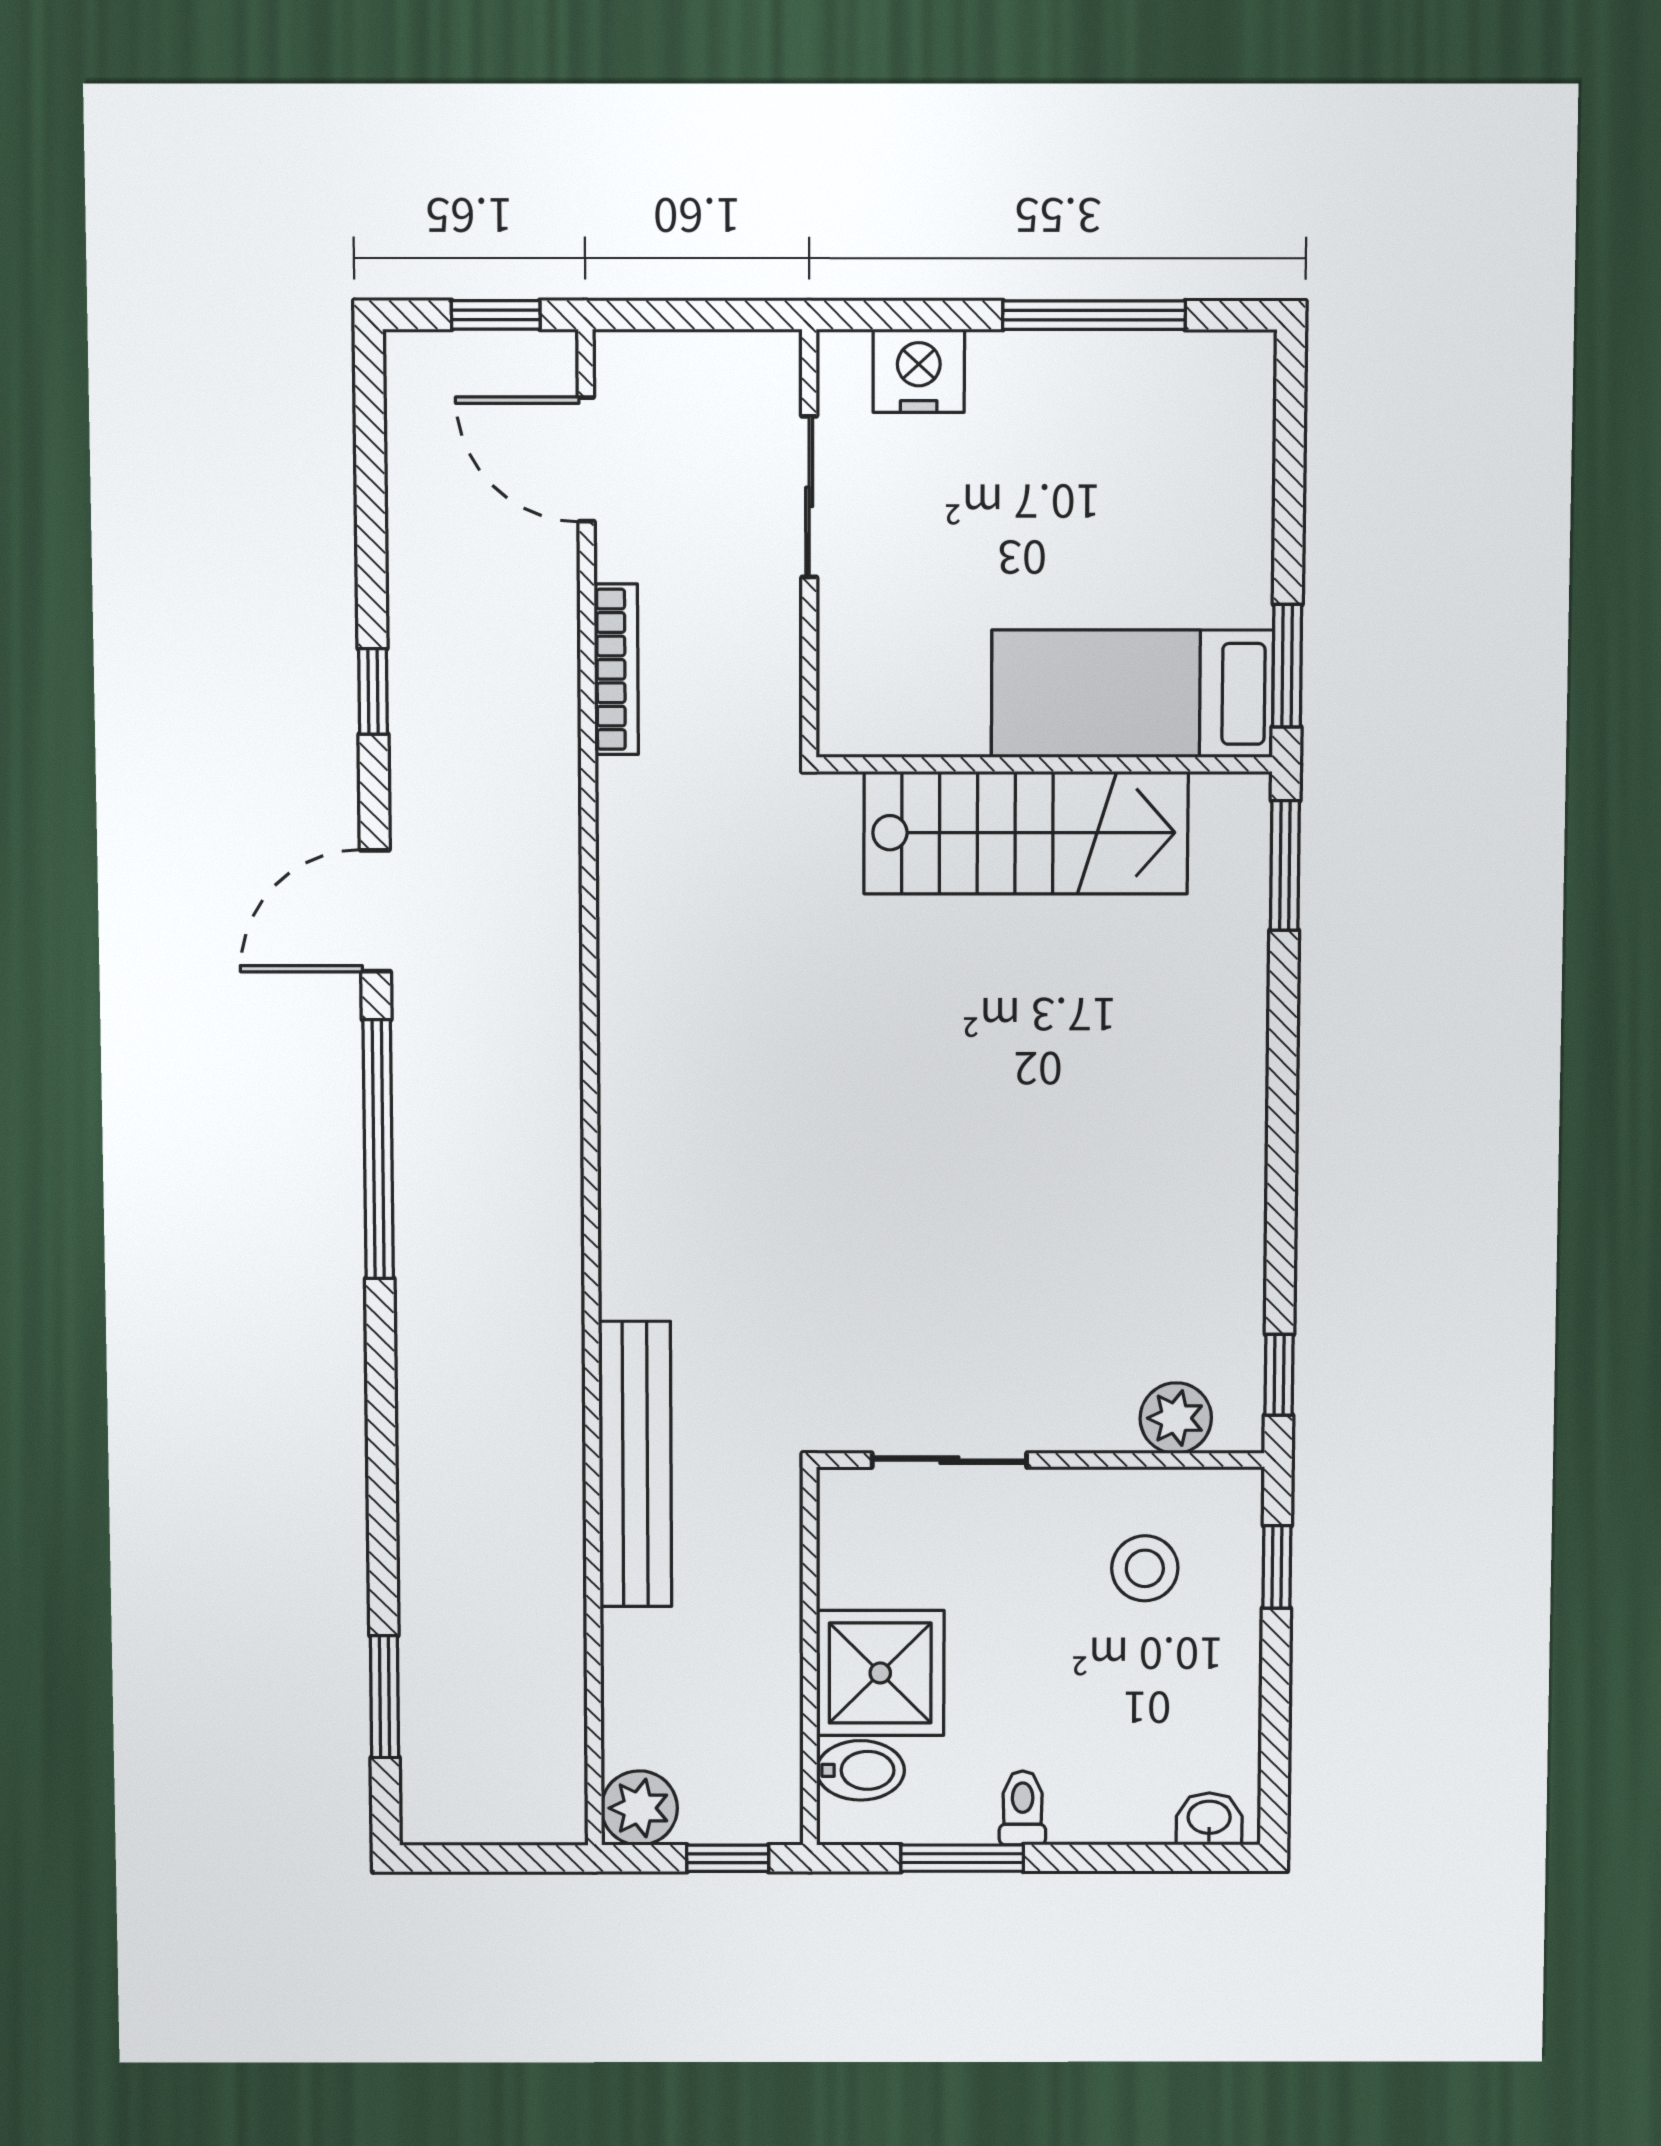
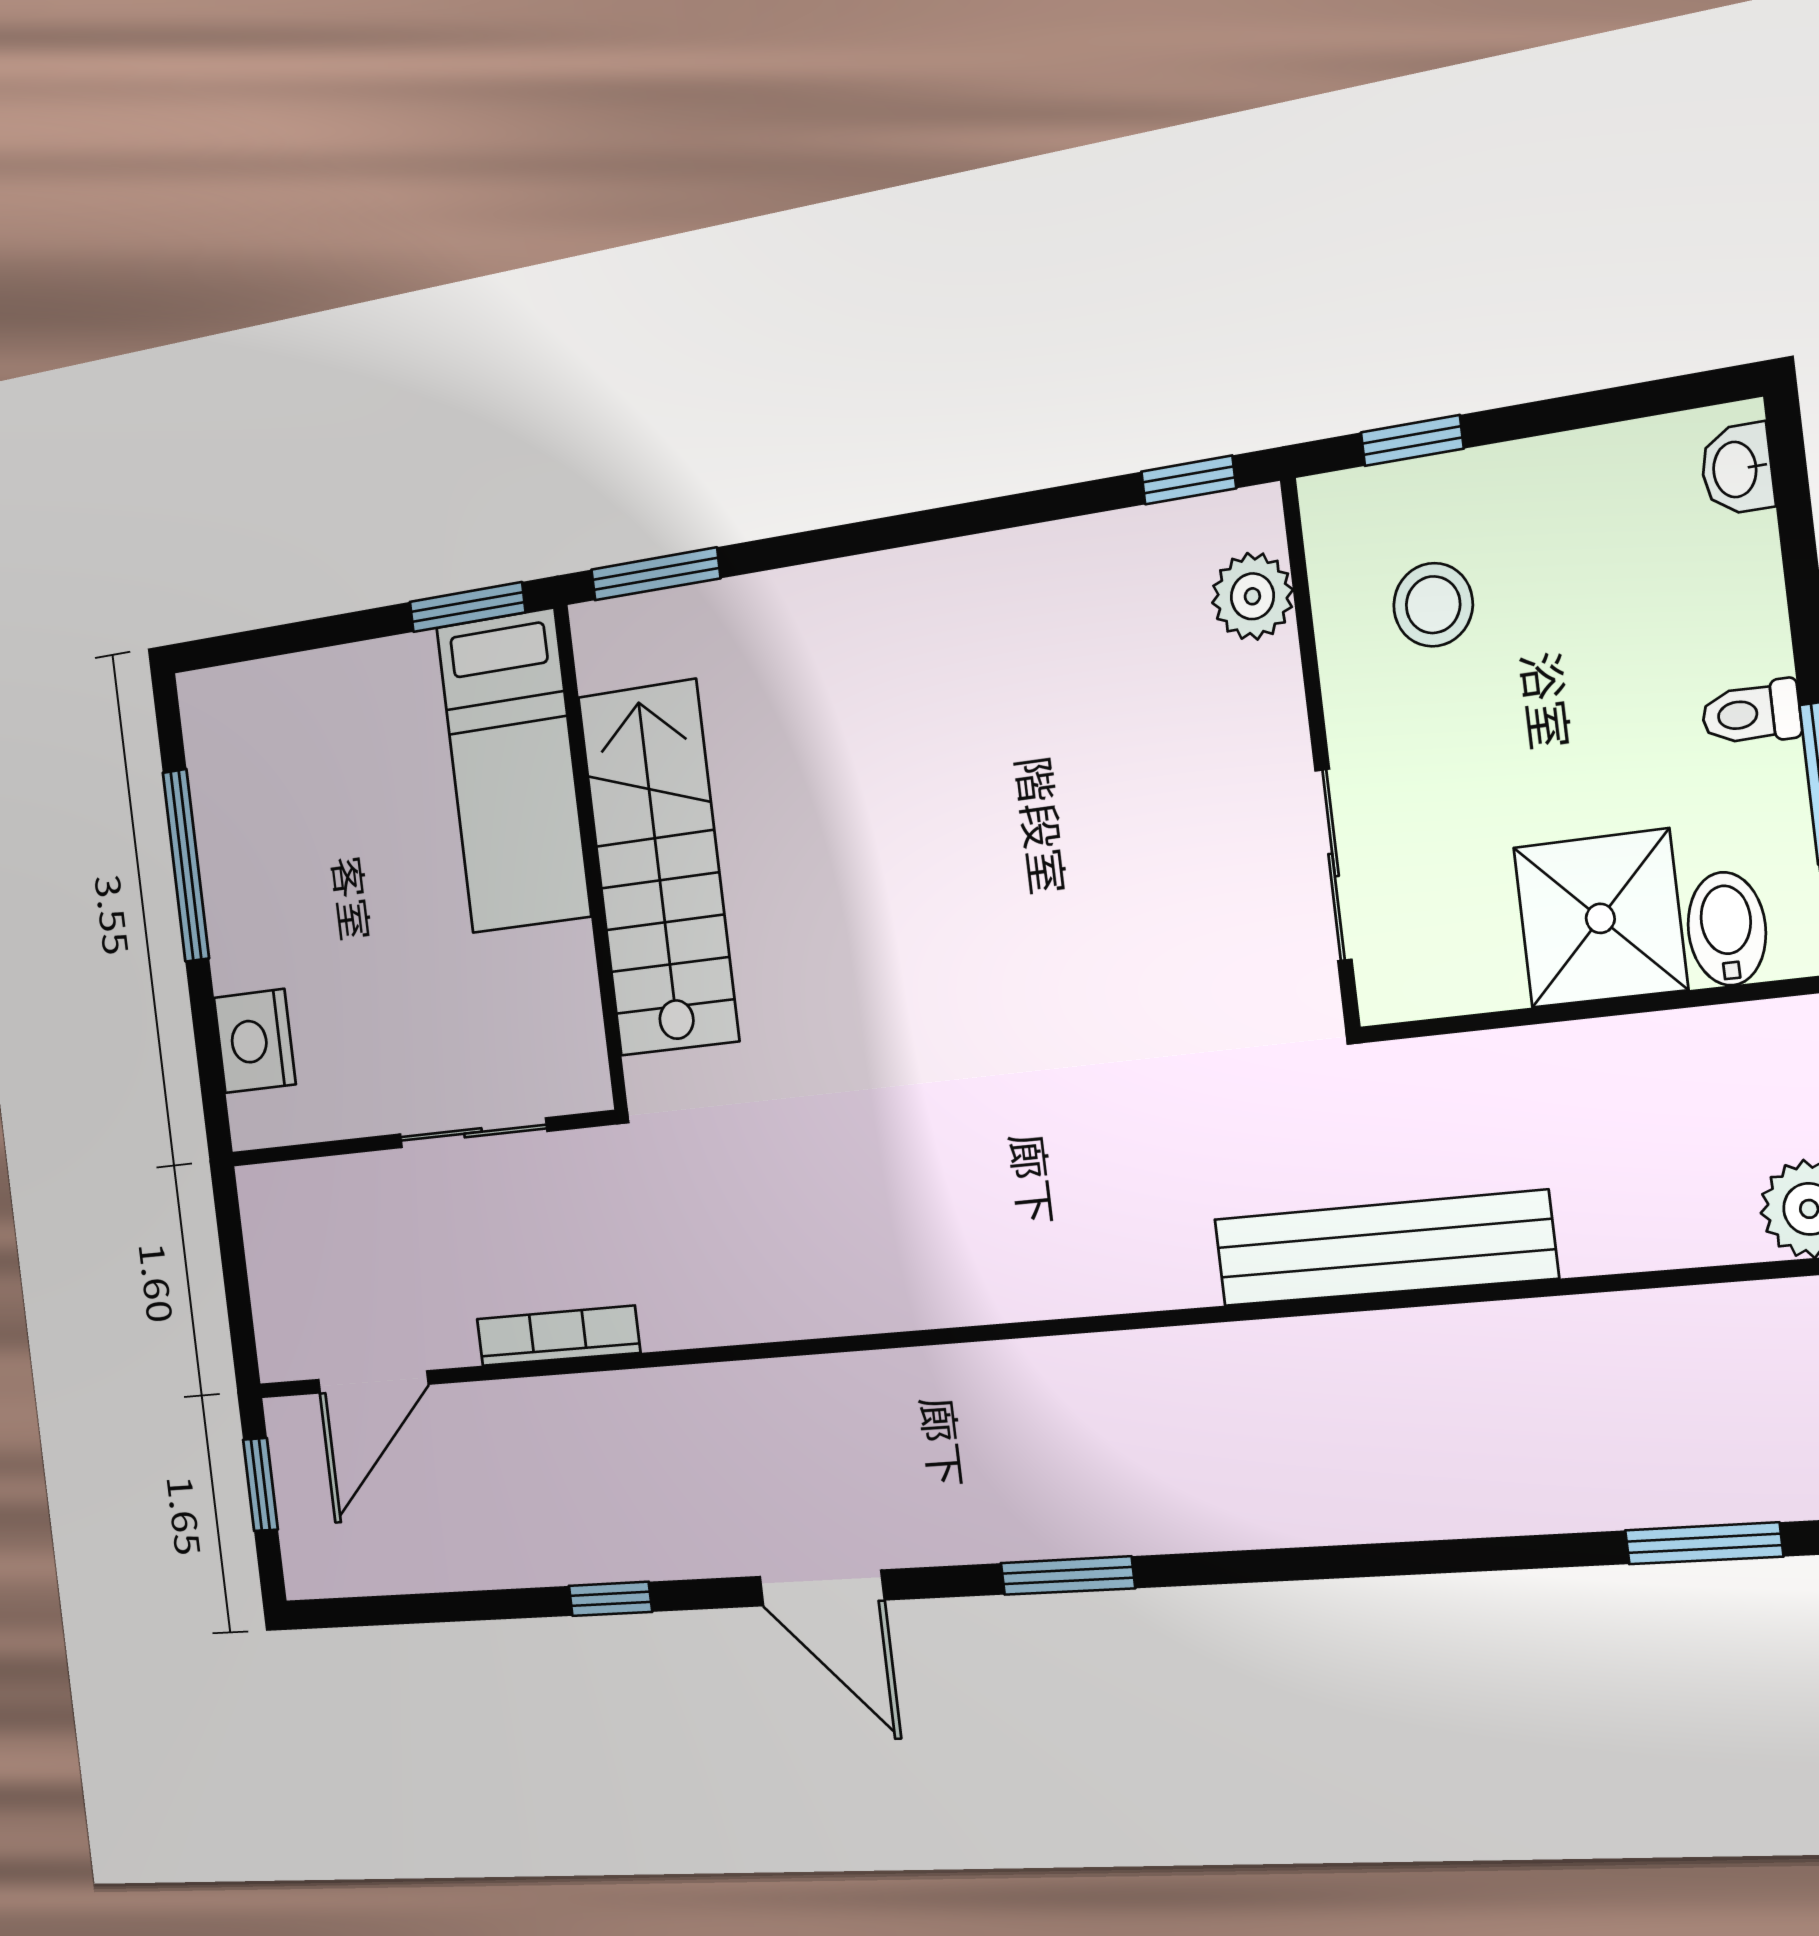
sliding door: (809, 497) -> (473, 1133), moved
window: (378, 1149) -> (1068, 1576), width x0.47

